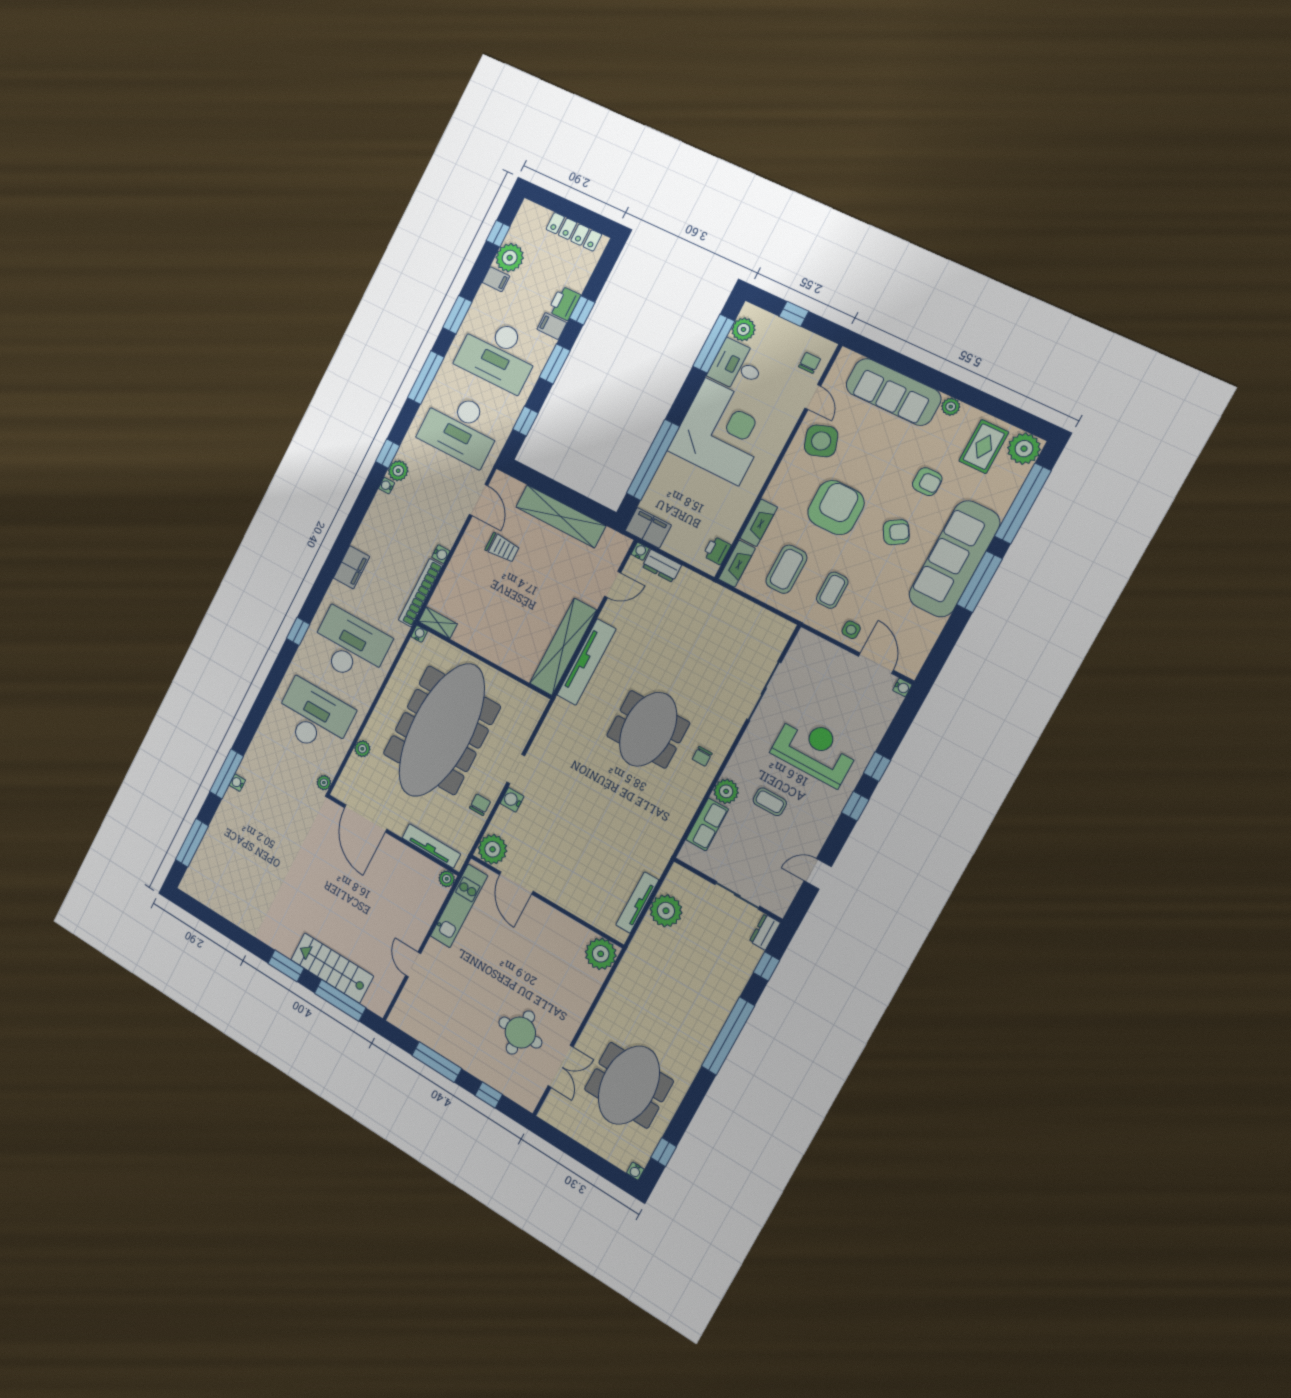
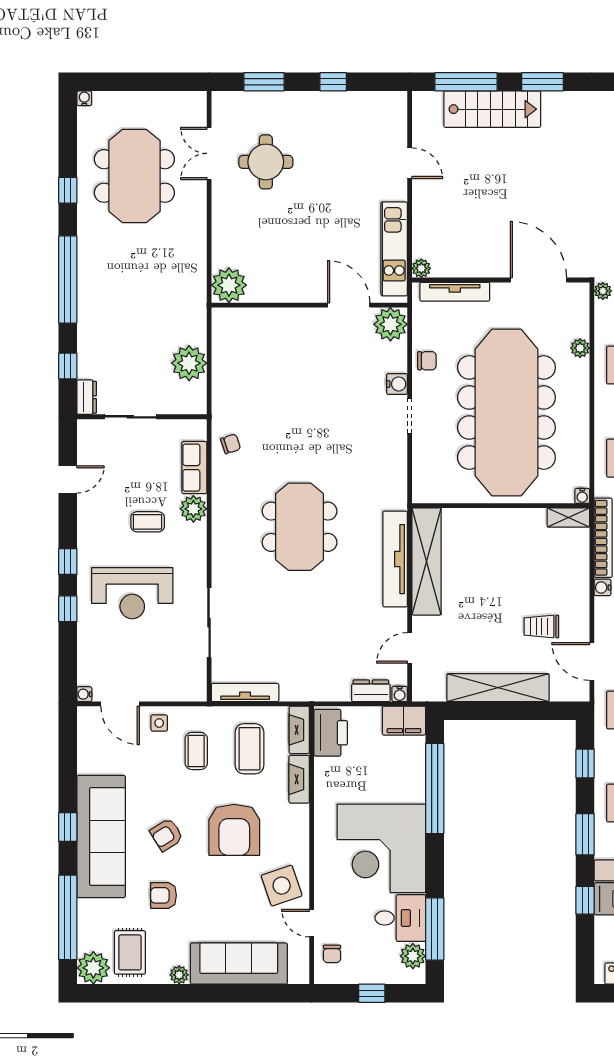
printer: (717, 550) -> (331, 733), width x1.87, depth x1.48
window: (979, 582) -> (68, 827), width x0.46
chair: (702, 756) -> (231, 444), moved, turned 72
chair: (480, 805) -> (427, 361), turned -90
tv unit: (637, 903) -> (245, 692), moved, turned -90
window: (437, 1062) -> (333, 82), width x0.46
window: (489, 1095) -> (264, 82), width x1.50
window: (664, 1152) -> (68, 190), moved

